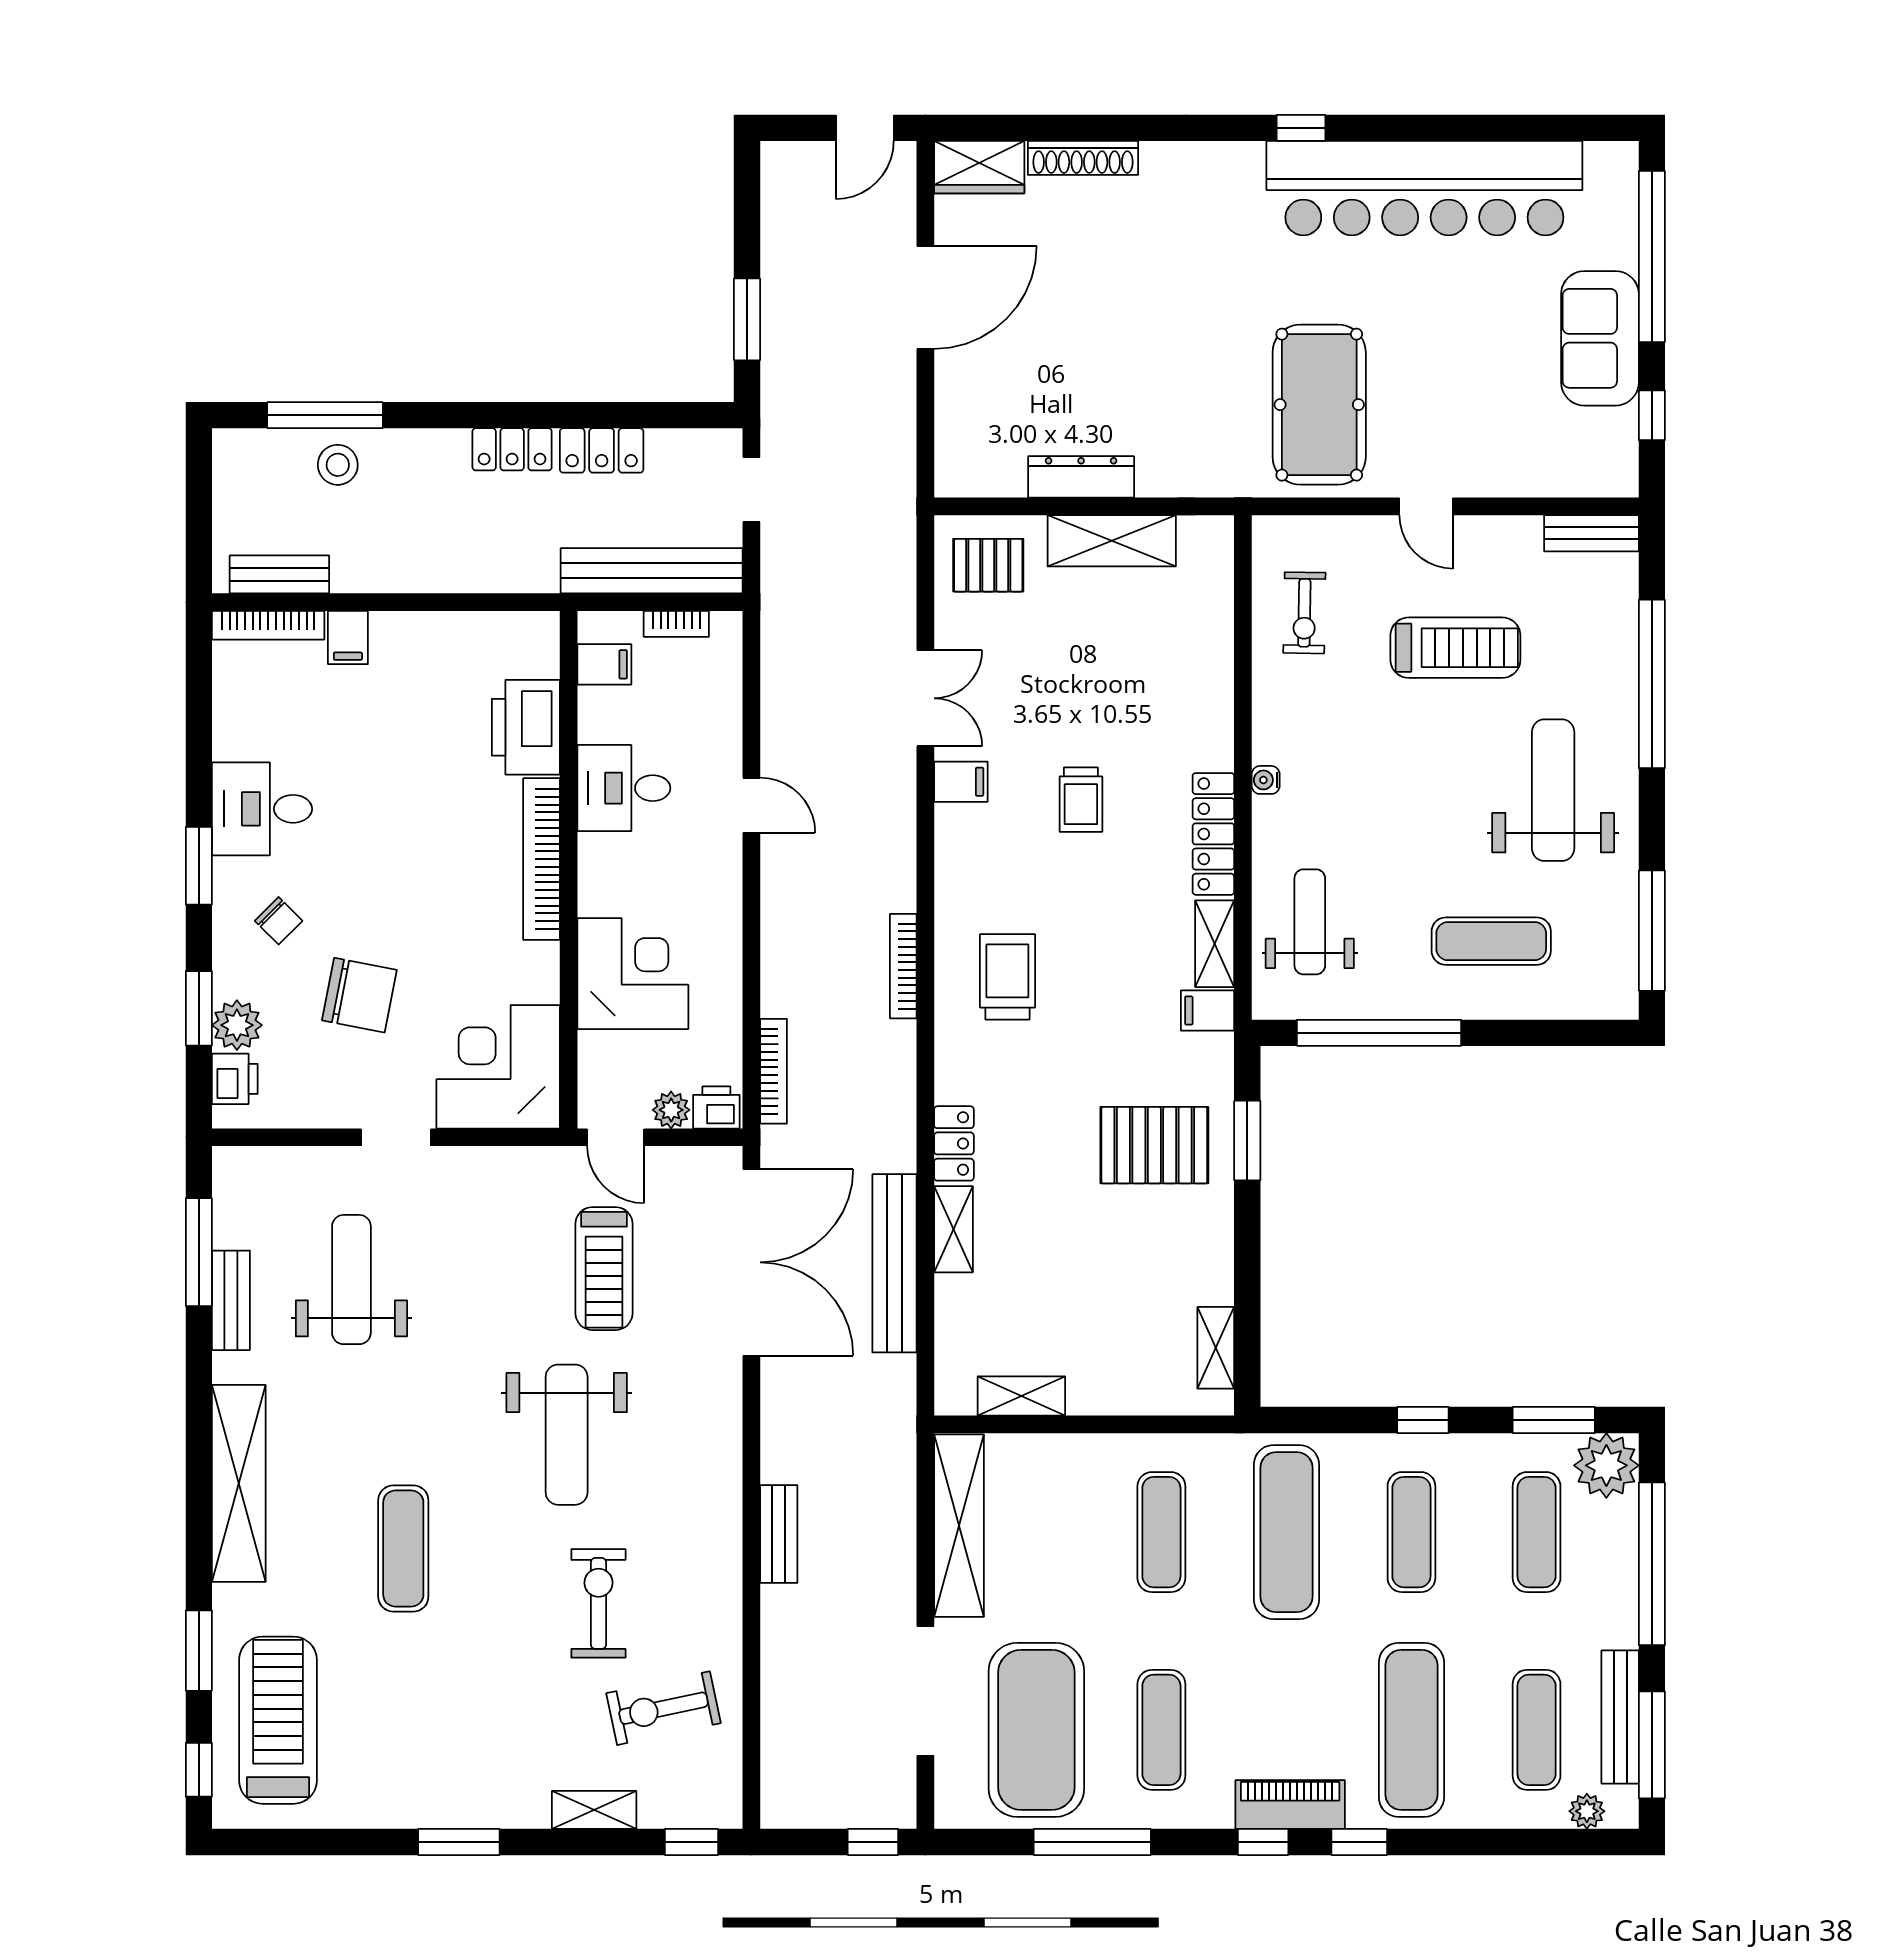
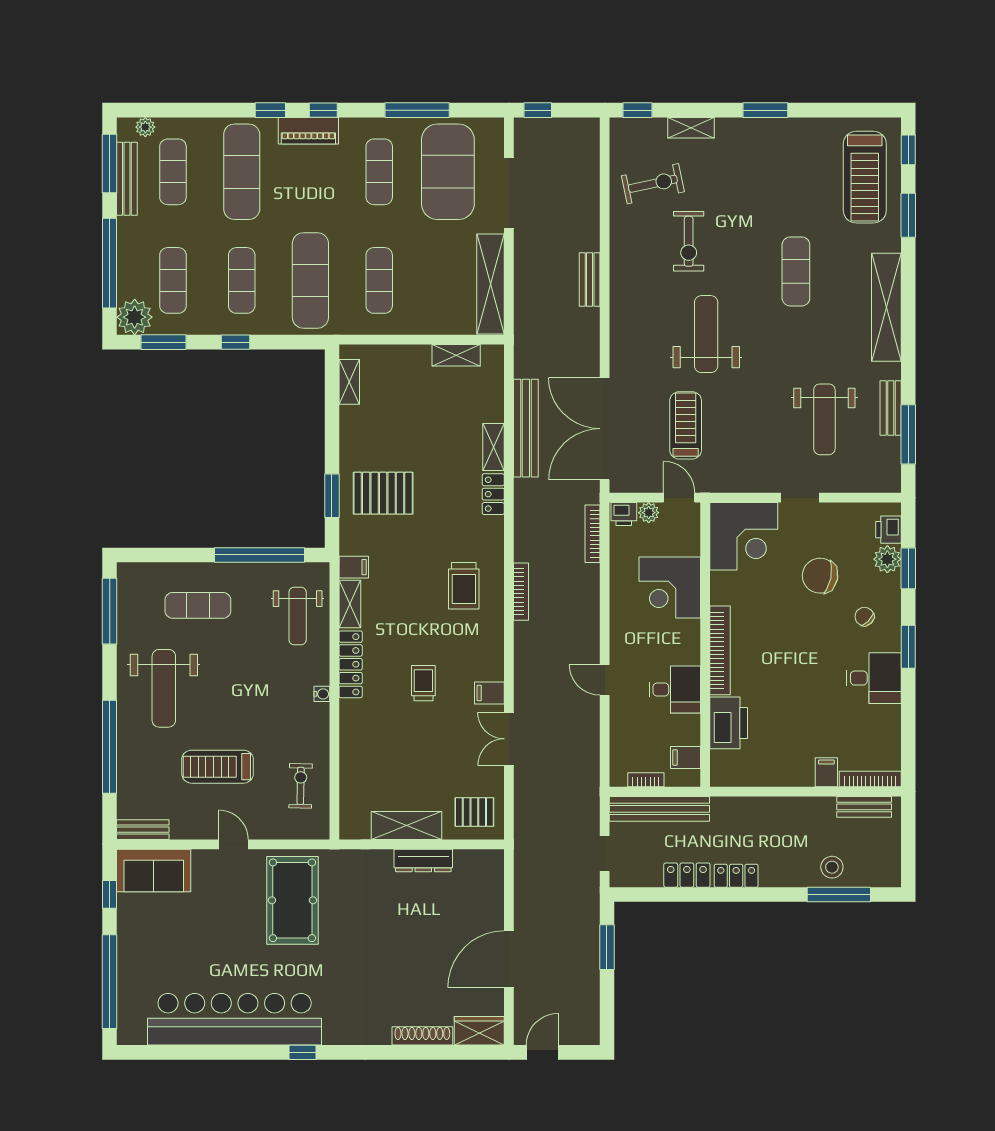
sofa: (1600, 338) -> (154, 870), moved, turned 90

